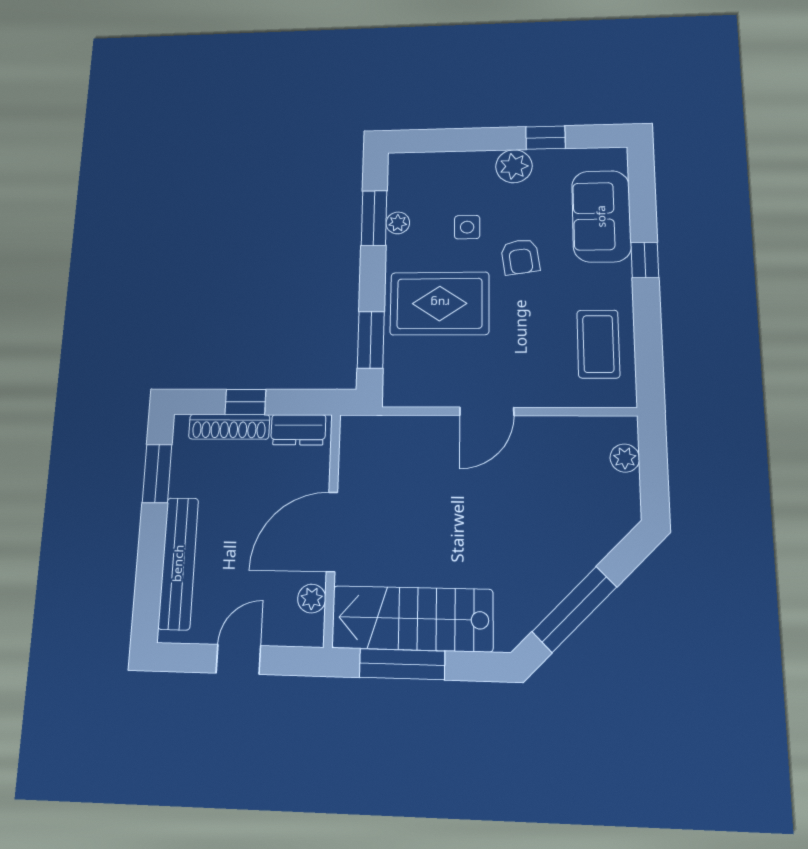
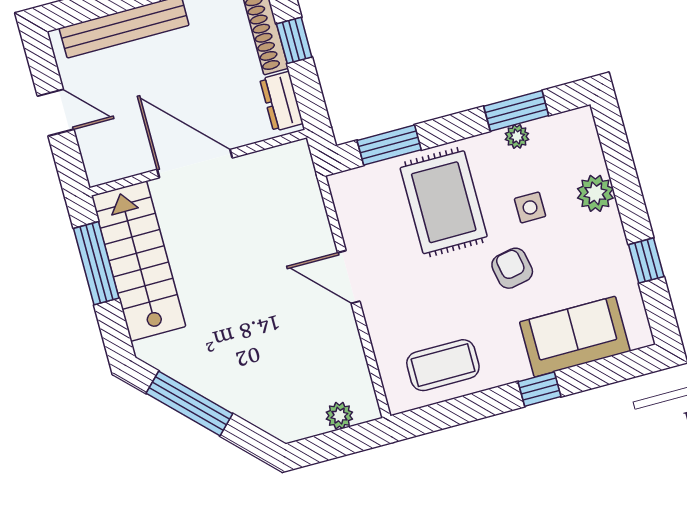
plant: (514, 166) -> (595, 193), moved
armchair: (520, 257) -> (512, 268), turned 87
plant: (312, 599) -> (129, 163), removed

